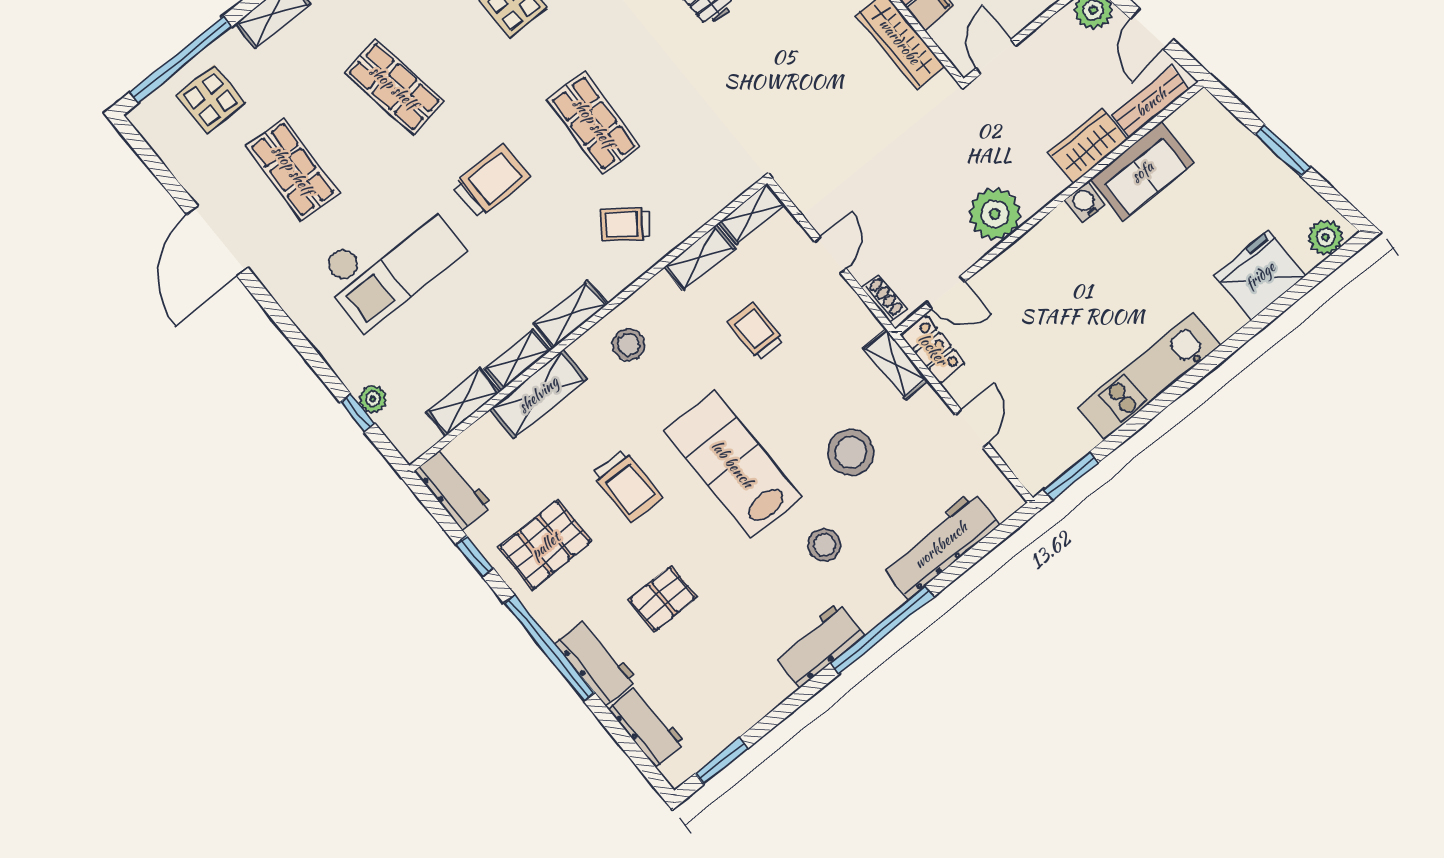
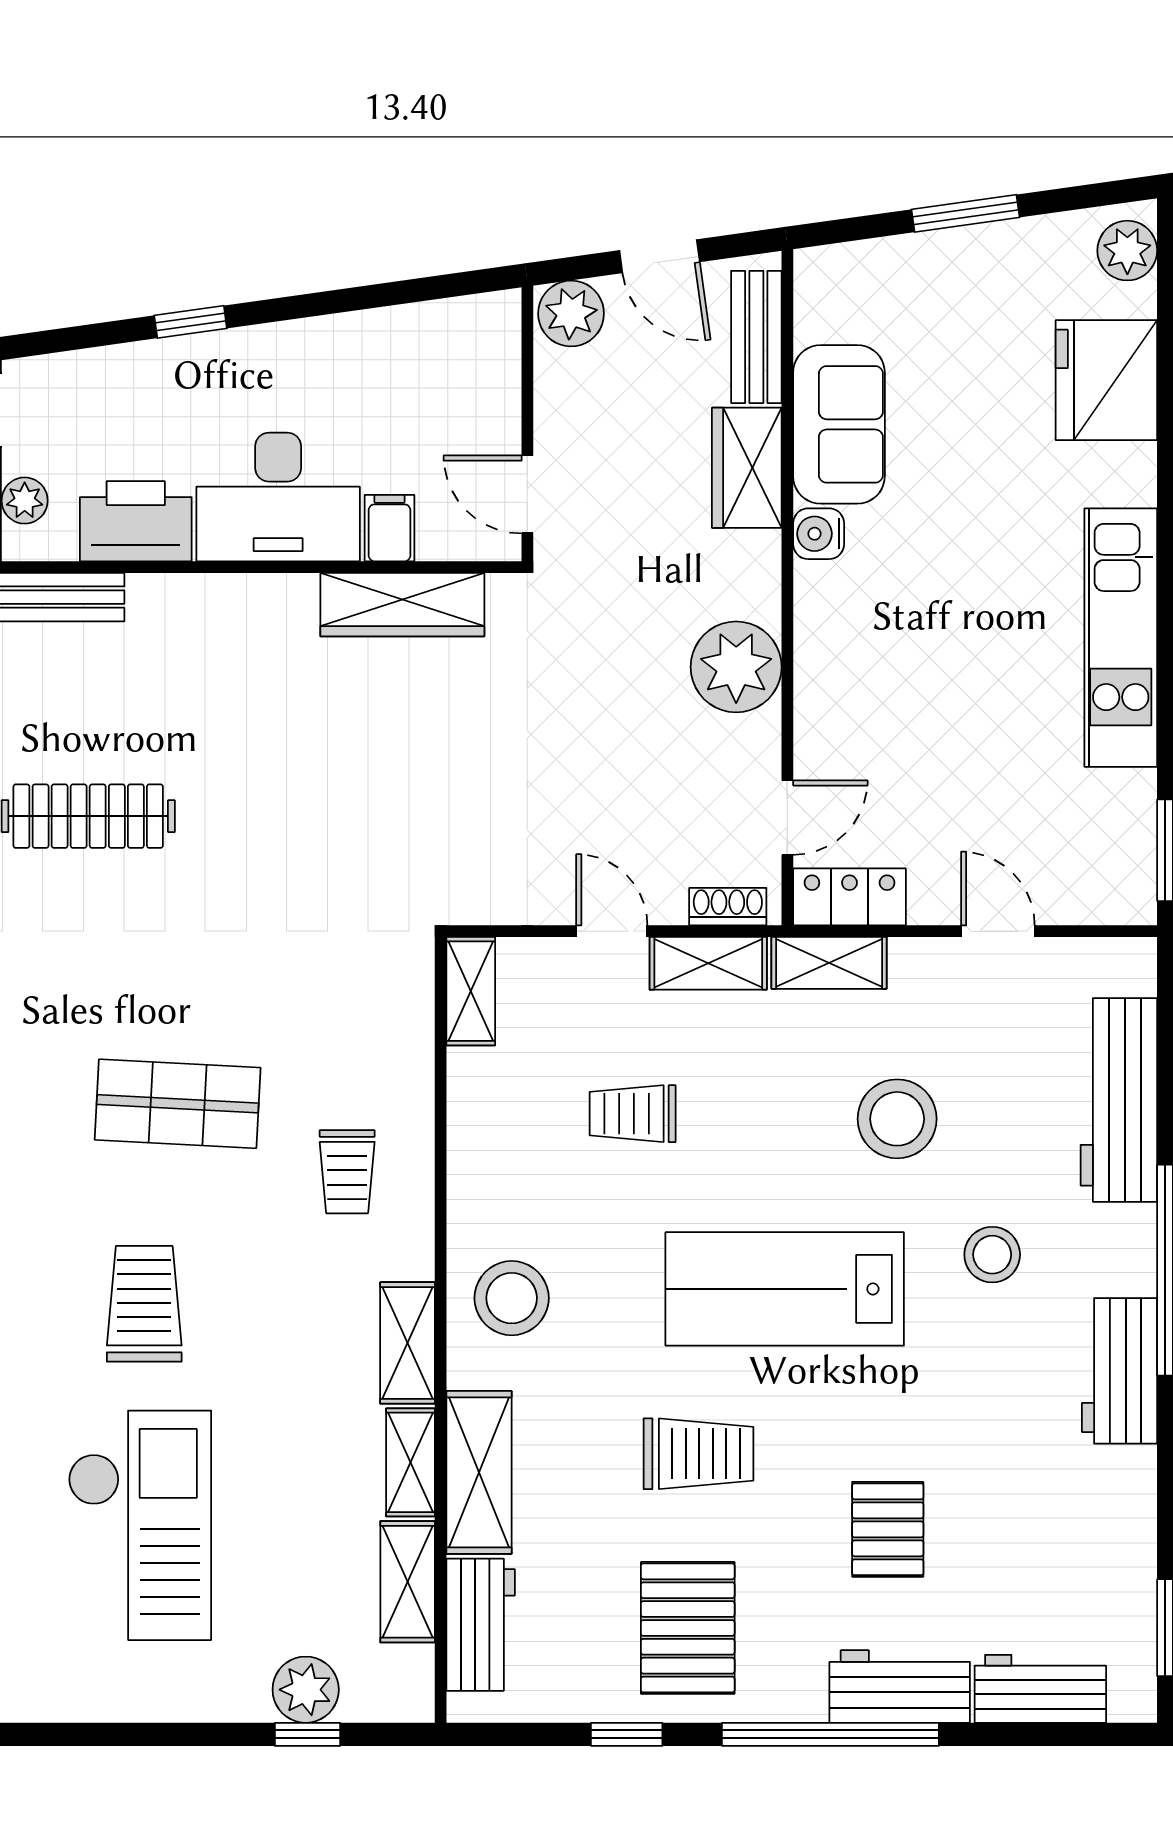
trolley: (625, 224) -> (347, 1172), turned -38
shelving: (700, 258) -> (708, 963), moved, turned 90
stool: (629, 345) -> (512, 1298), width x1.38, depth x1.38
plant: (373, 399) -> (306, 1690), width x1.38, depth x1.38
workbench: (453, 488) -> (481, 1625), moved, turned 90

